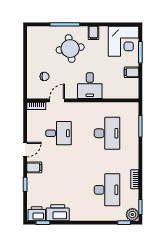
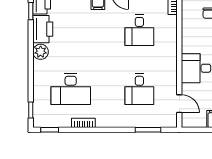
door: (57, 100) -> (179, 104), moved
desk: (107, 133) -> (139, 89), width x0.73
plant: (132, 215) -> (41, 52), moved

